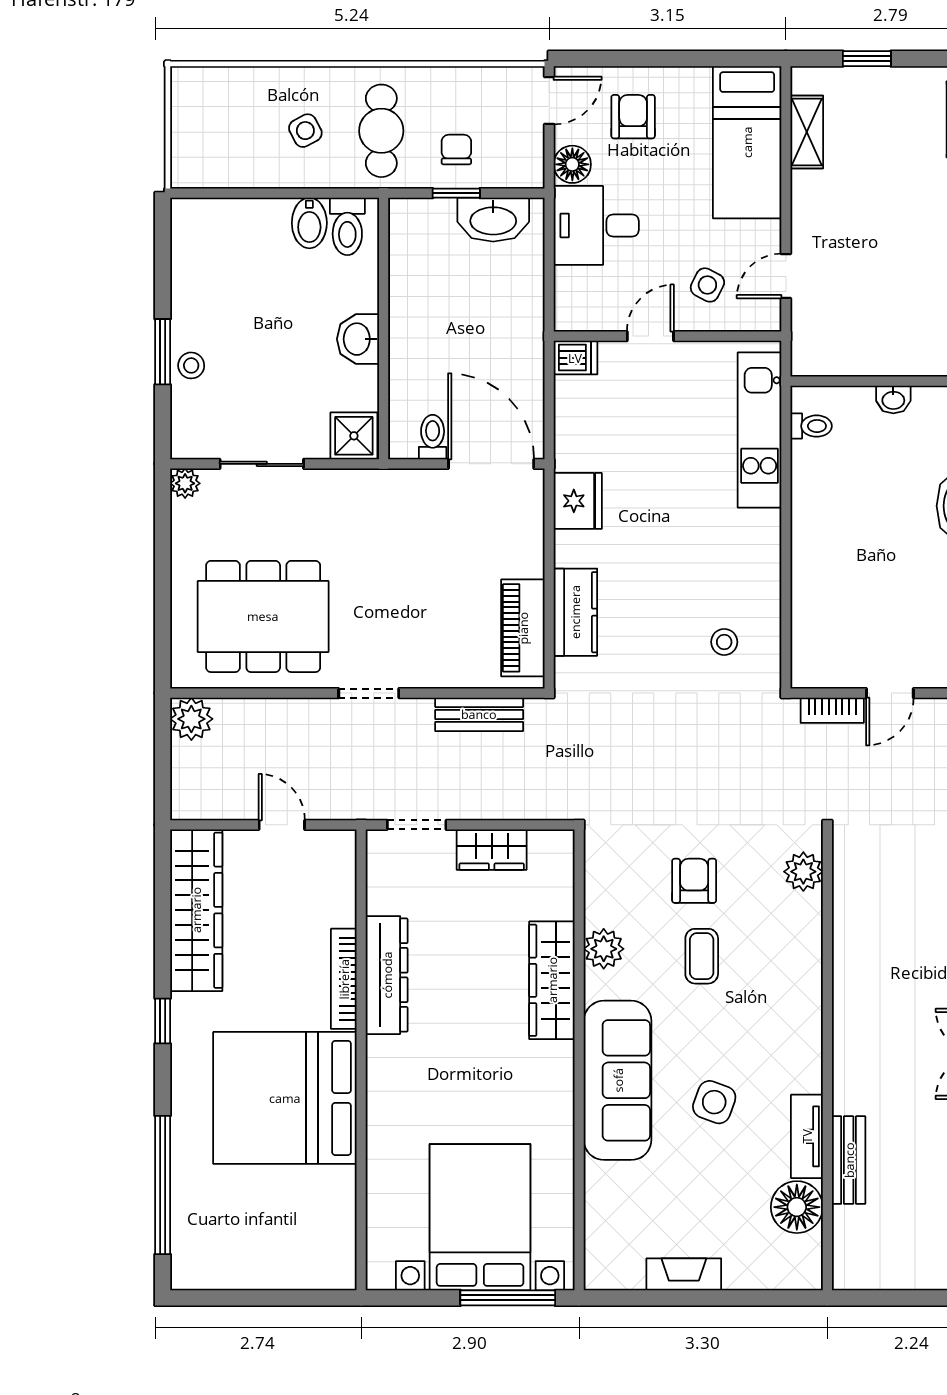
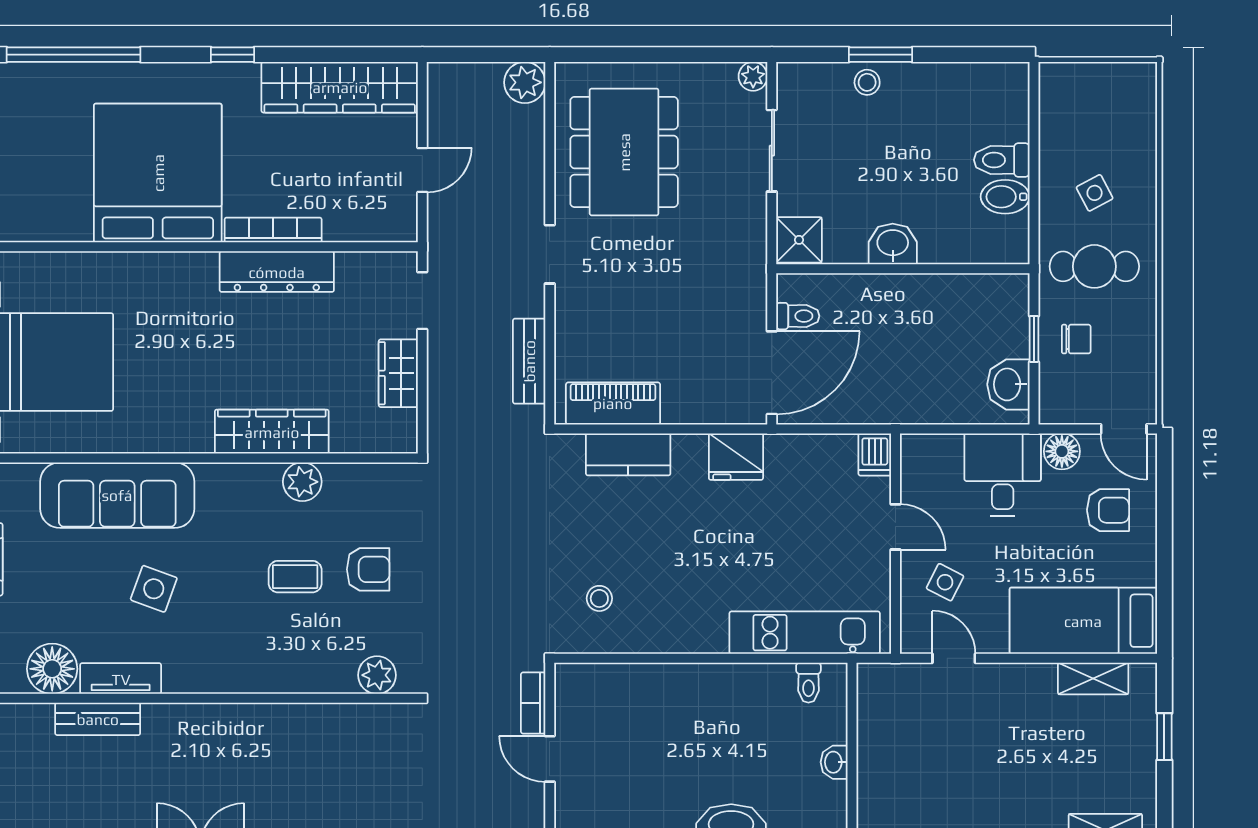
washbasin: (493, 220) -> (1008, 384), width x0.72
toilet: (347, 226) -> (1002, 160), moved
sofa: (618, 1080) -> (117, 495), moved

